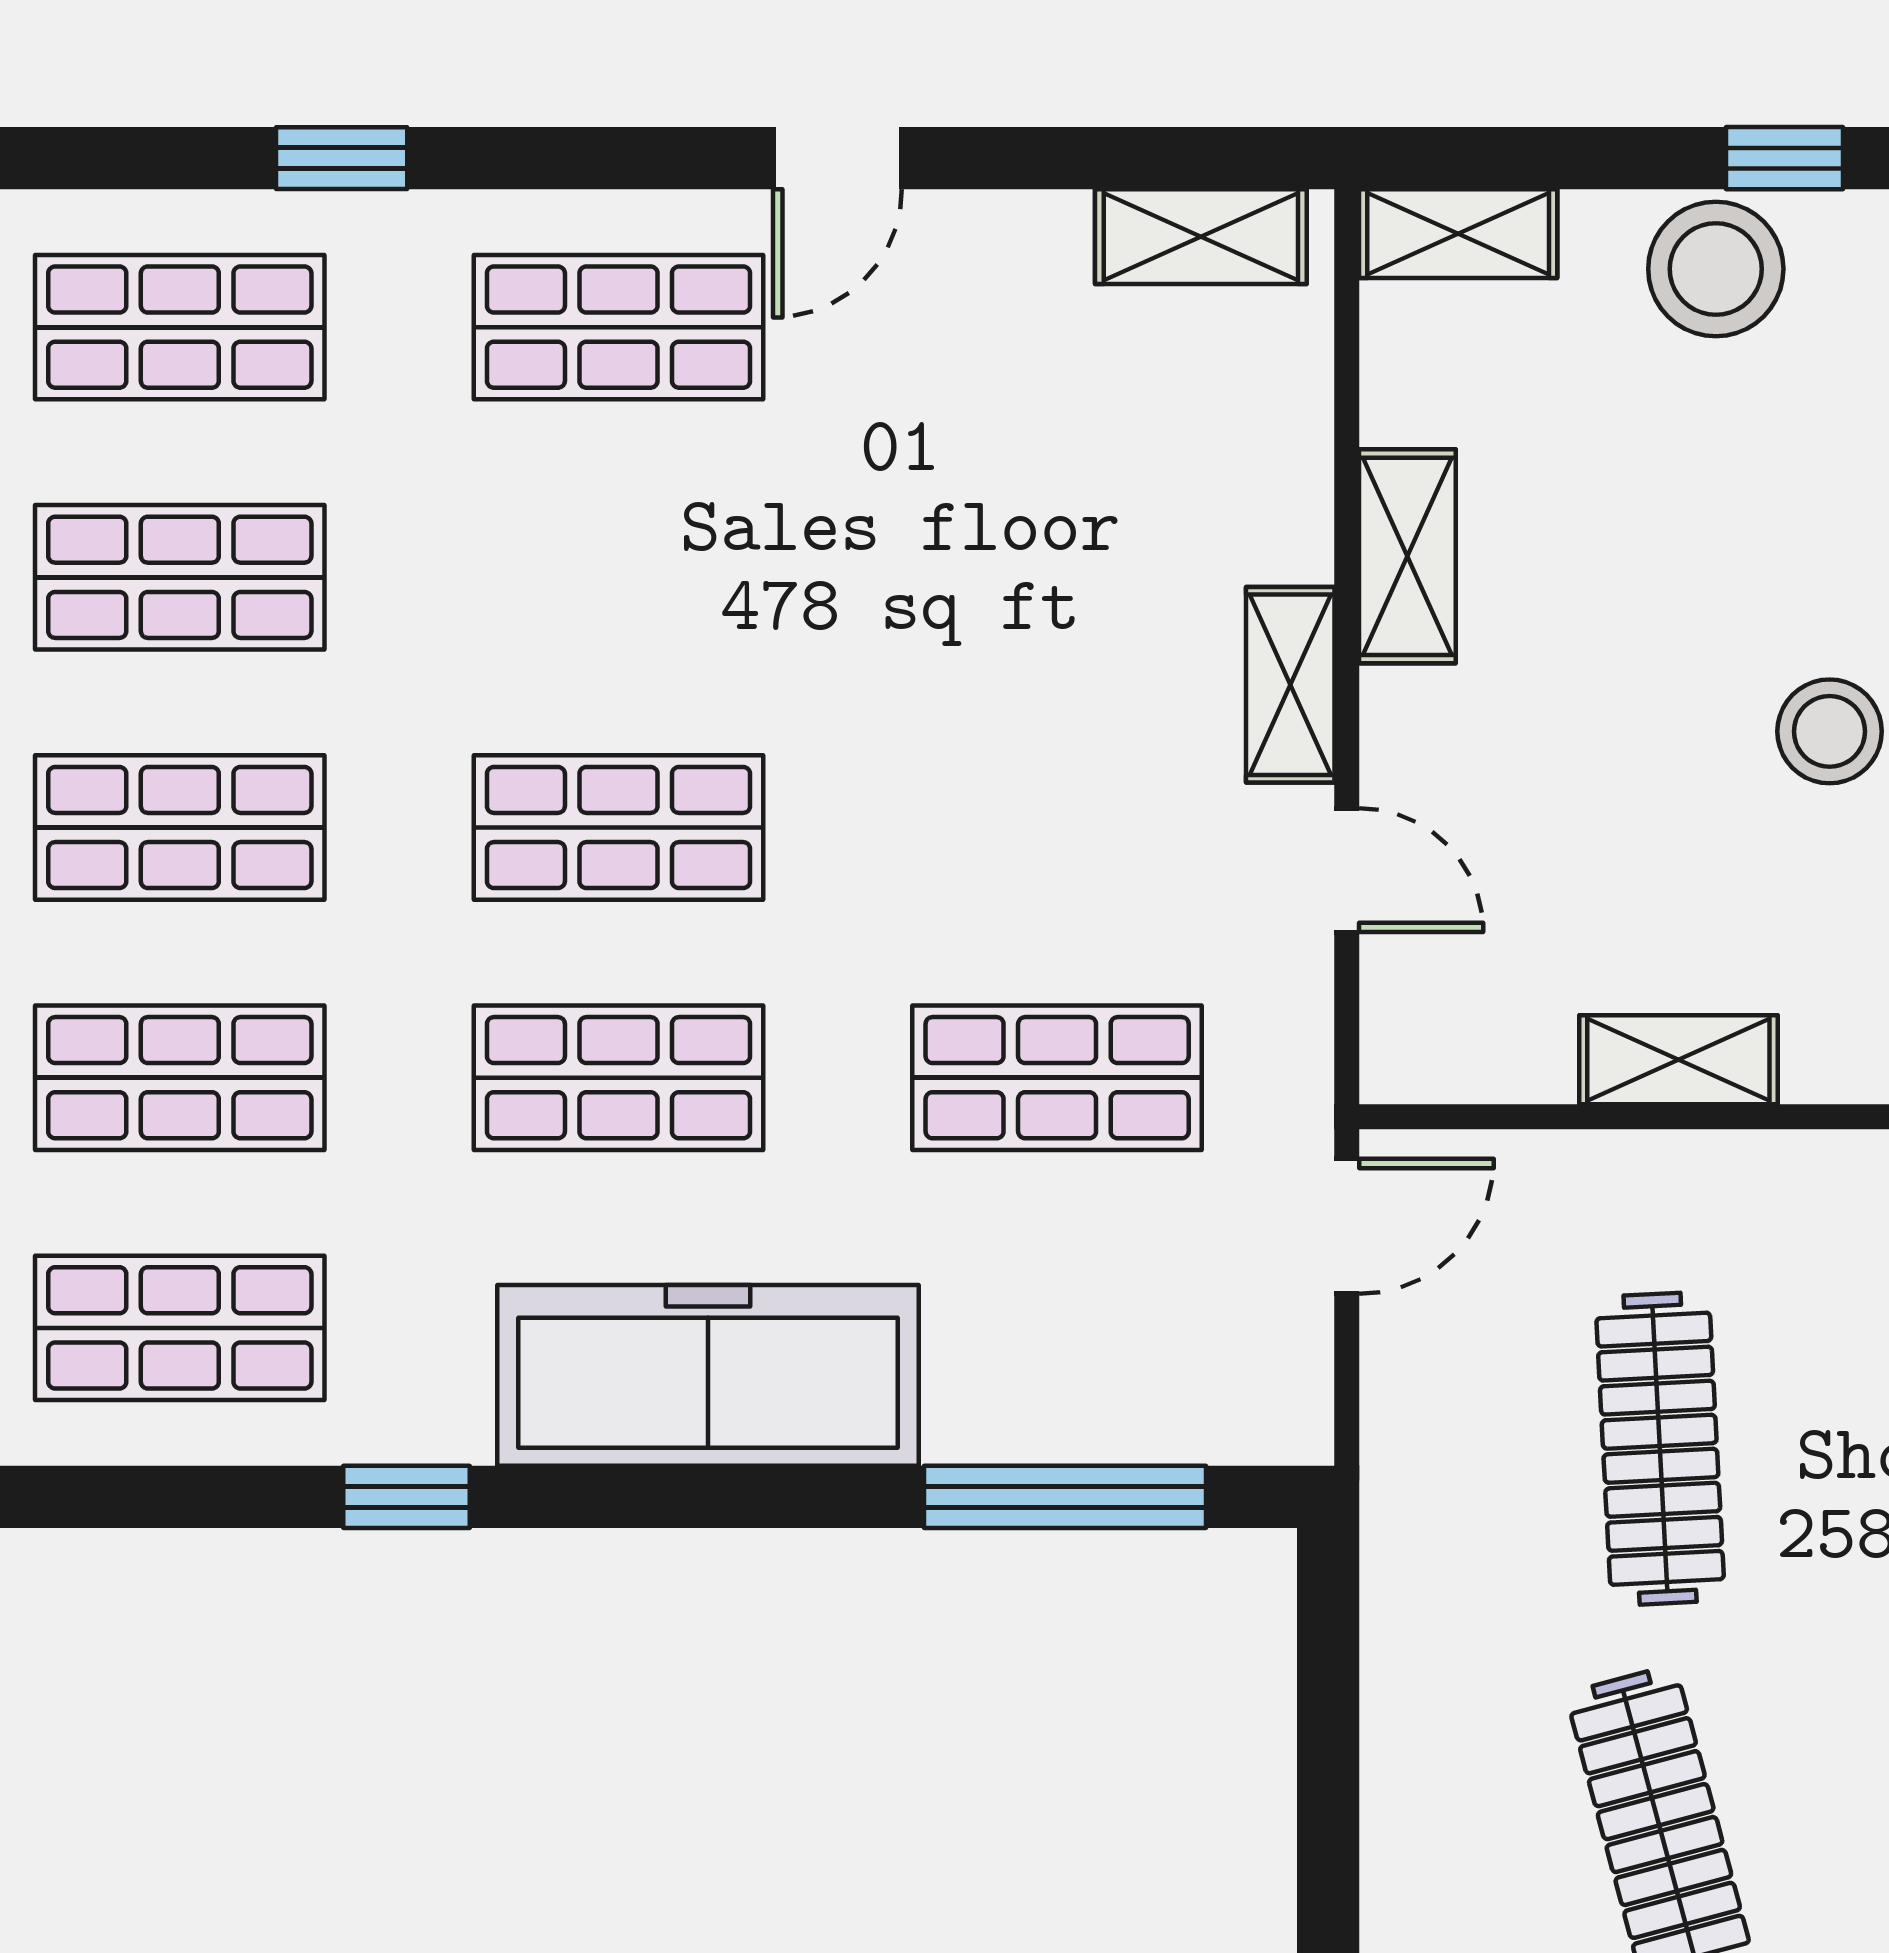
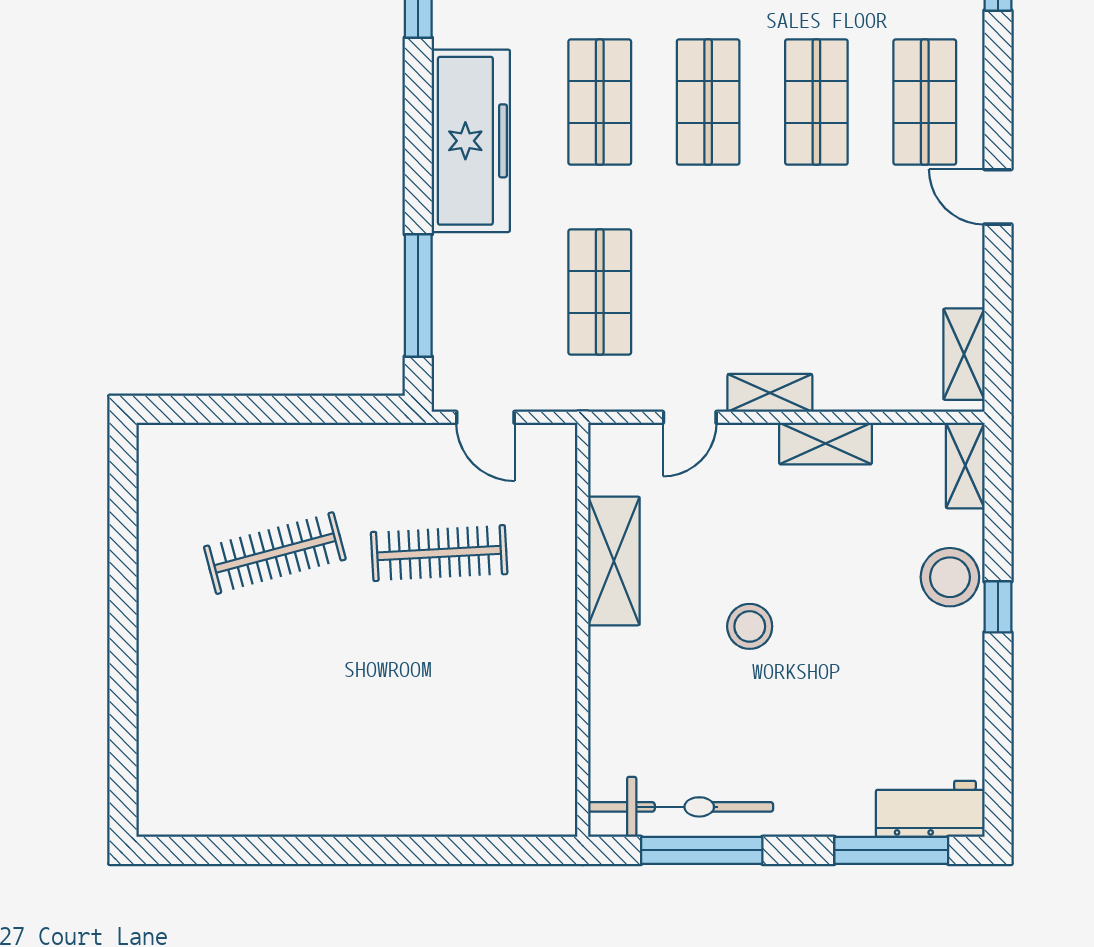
shop shelf: (618, 577) -> (816, 102), added
shelving: (1678, 1060) -> (614, 561), width x1.50, depth x1.33
door: (1347, 1226) -> (485, 417), moved

